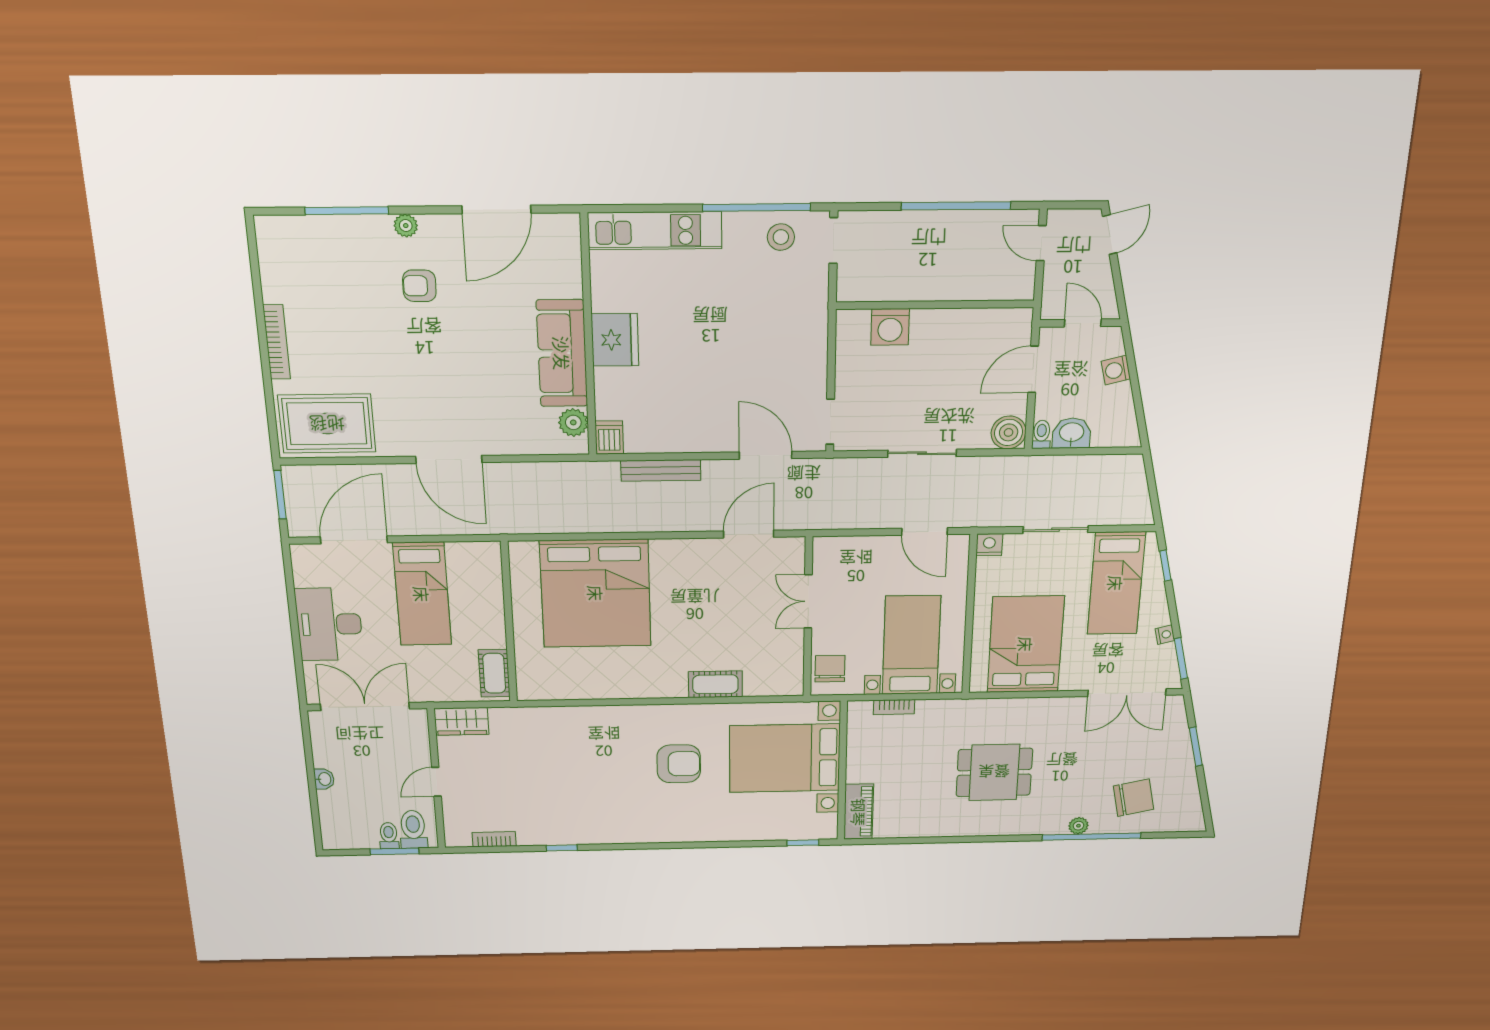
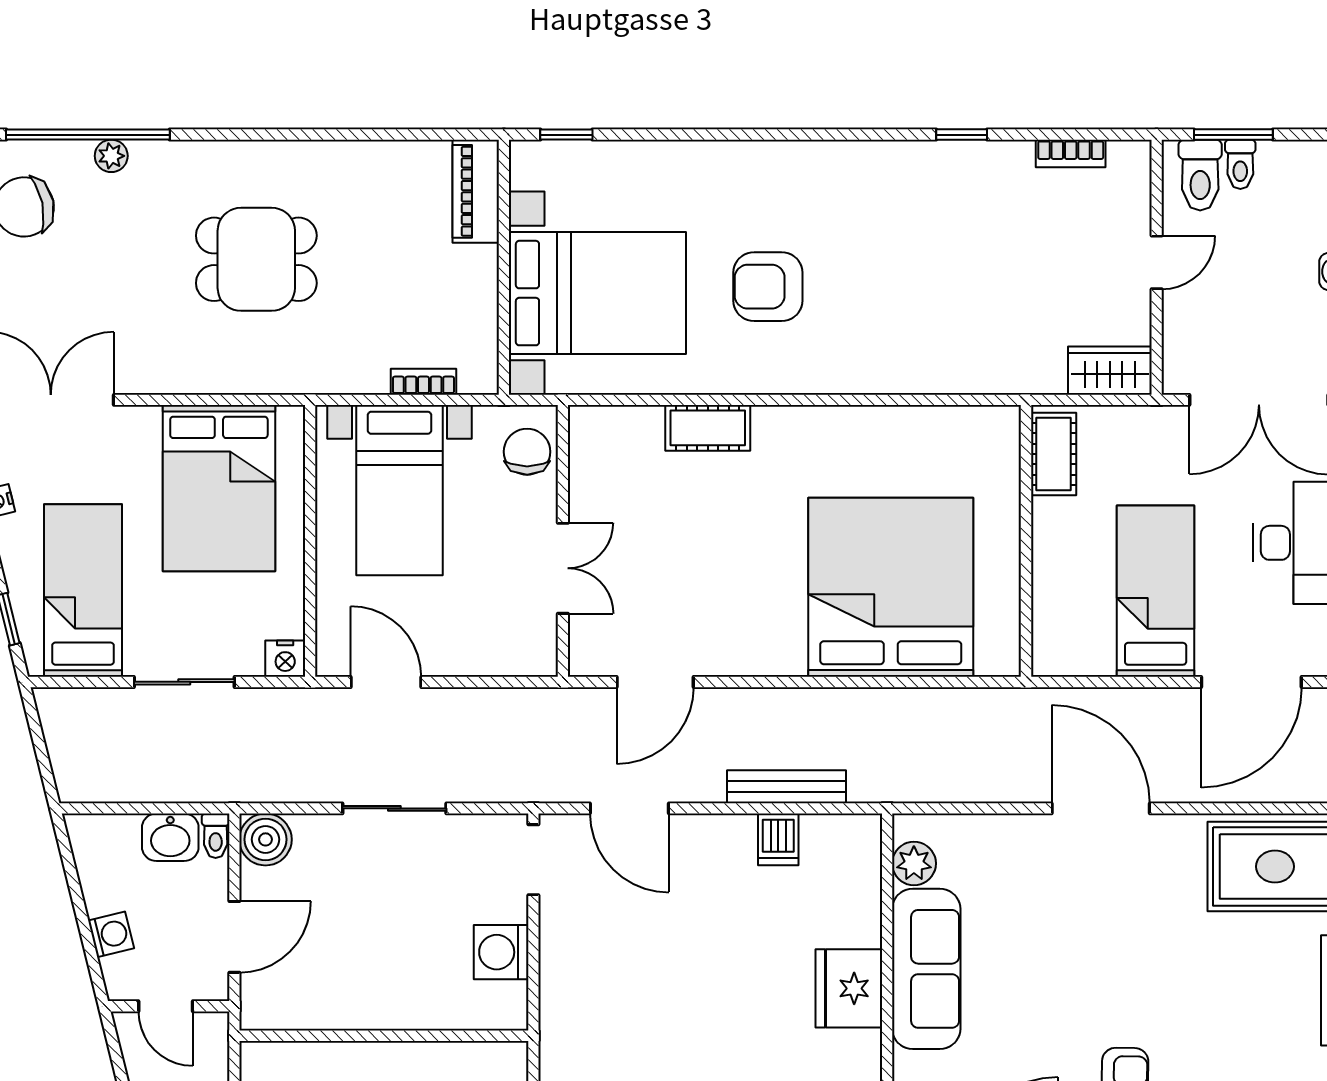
washing machine: (890, 327) -> (501, 952), moved, turned -90
dishwasher: (609, 438) -> (778, 839), moved
chair: (830, 669) -> (527, 452), turned 180

